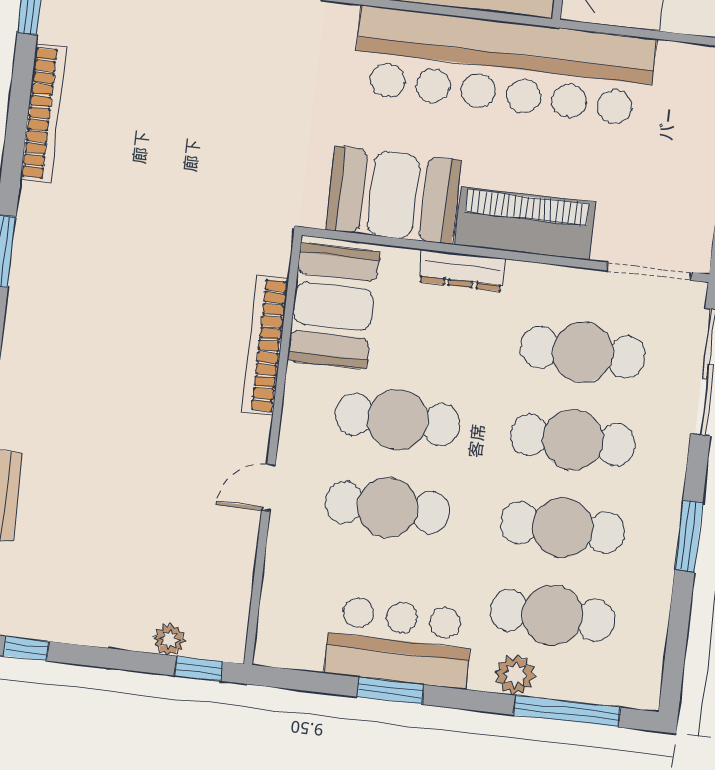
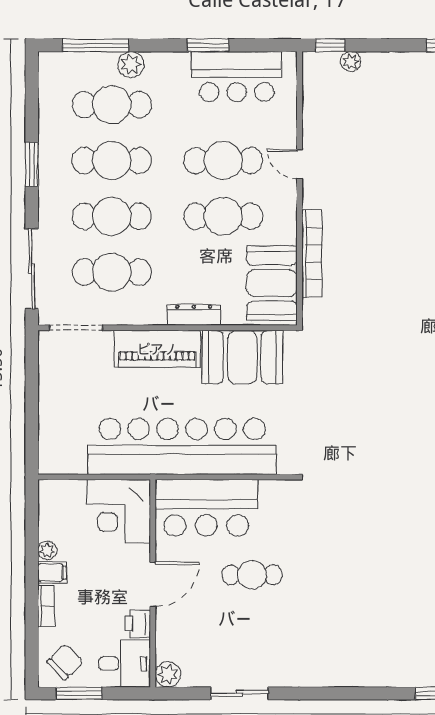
door: (268, 488) -> (300, 164), swing flipped
bar counter: (399, 642) -> (237, 77), moved

